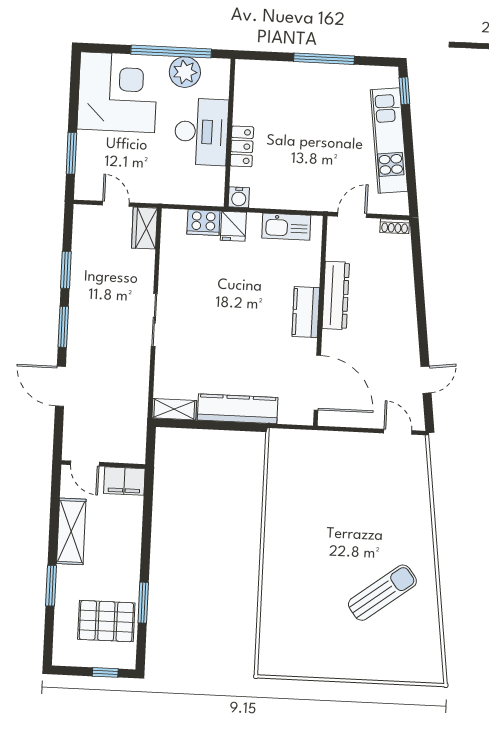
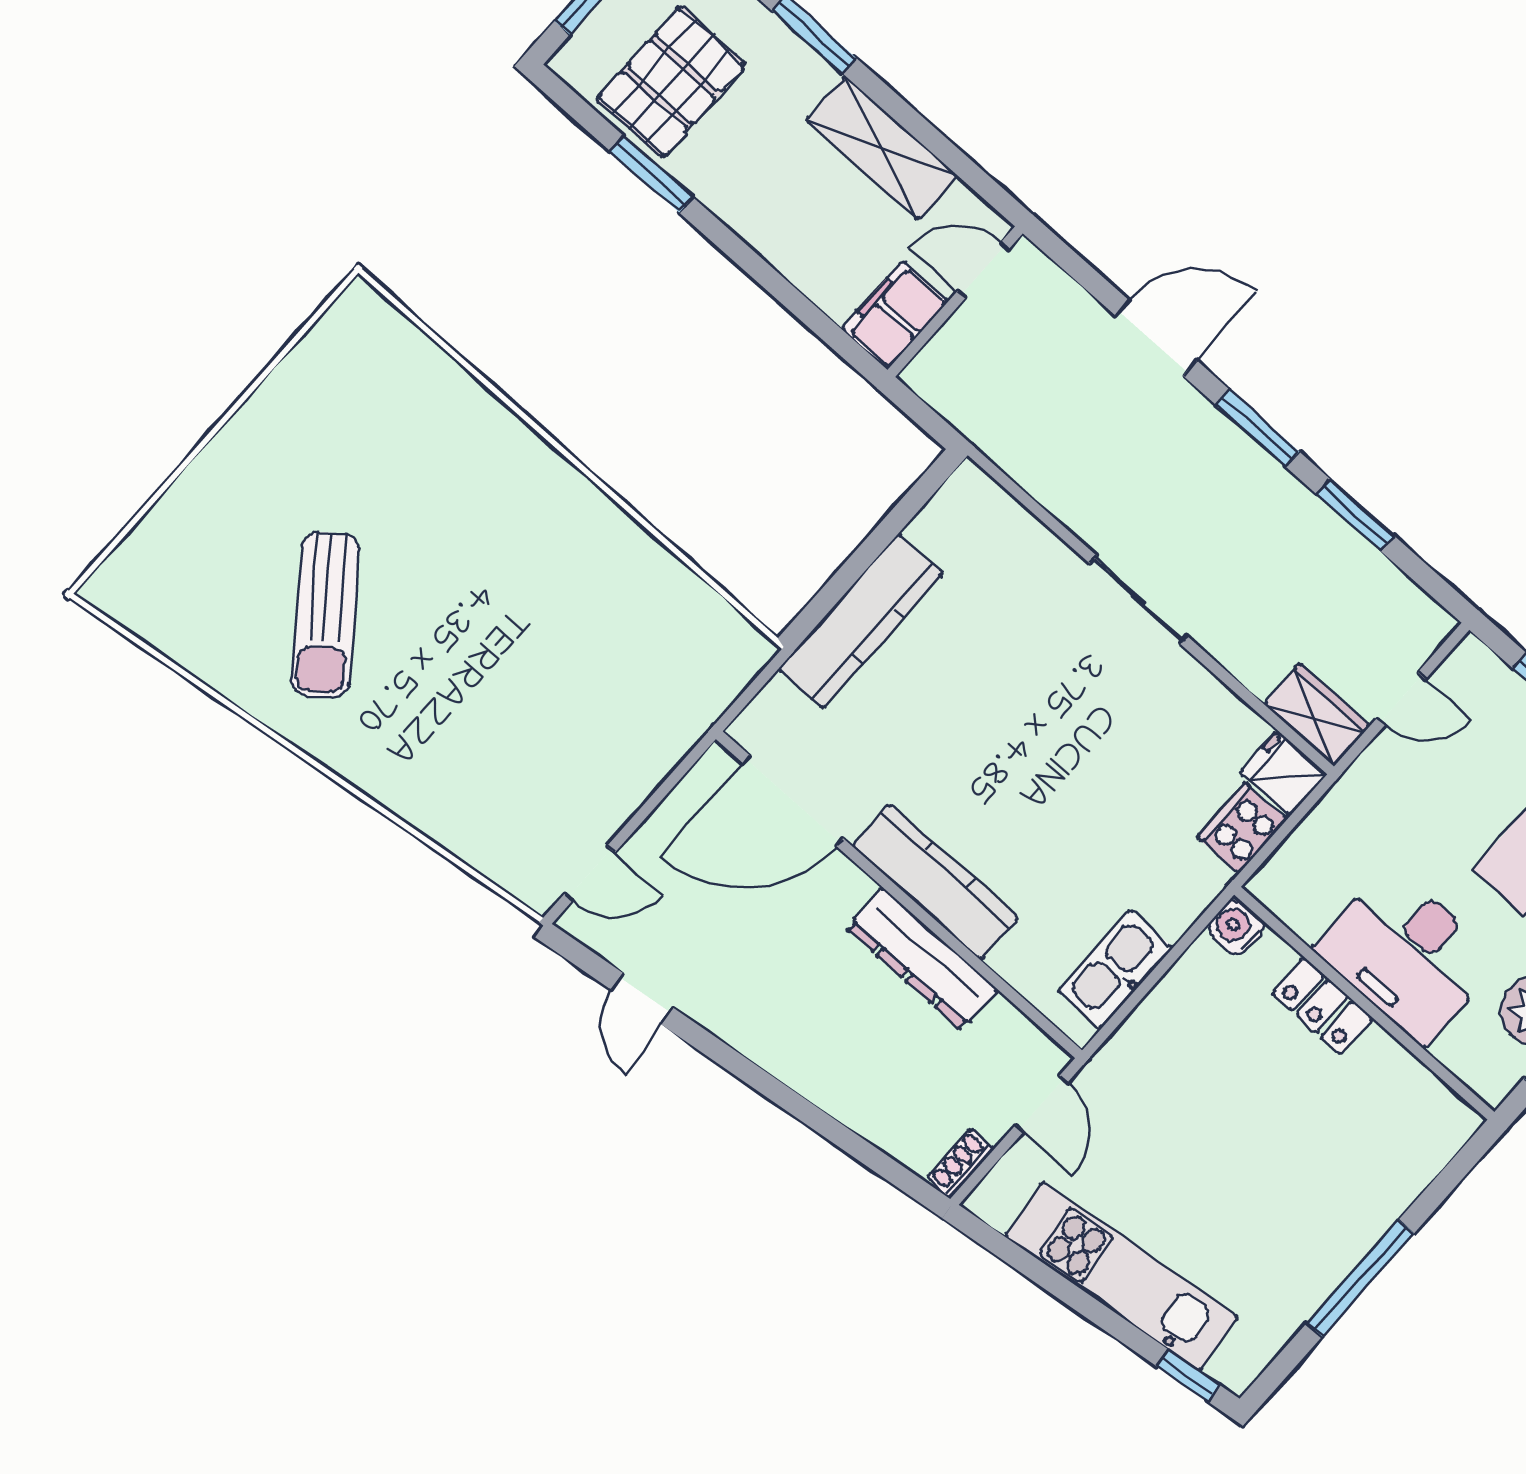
fridge: (233, 226) -> (1284, 773), moved
kitchen counter: (306, 312) -> (935, 882), width x1.50
shelving: (174, 409) -> (951, 508), removed

